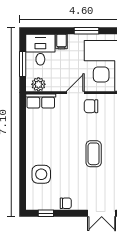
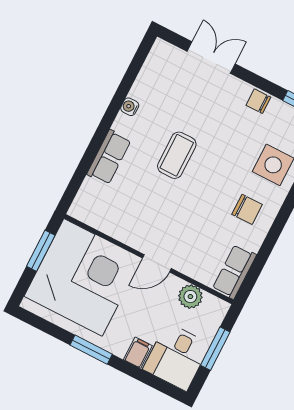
plant: (38, 84) -> (190, 297), moved
row of seats: (41, 101) -> (234, 272), moved, turned -90
chair: (91, 106) -> (247, 209), moved

